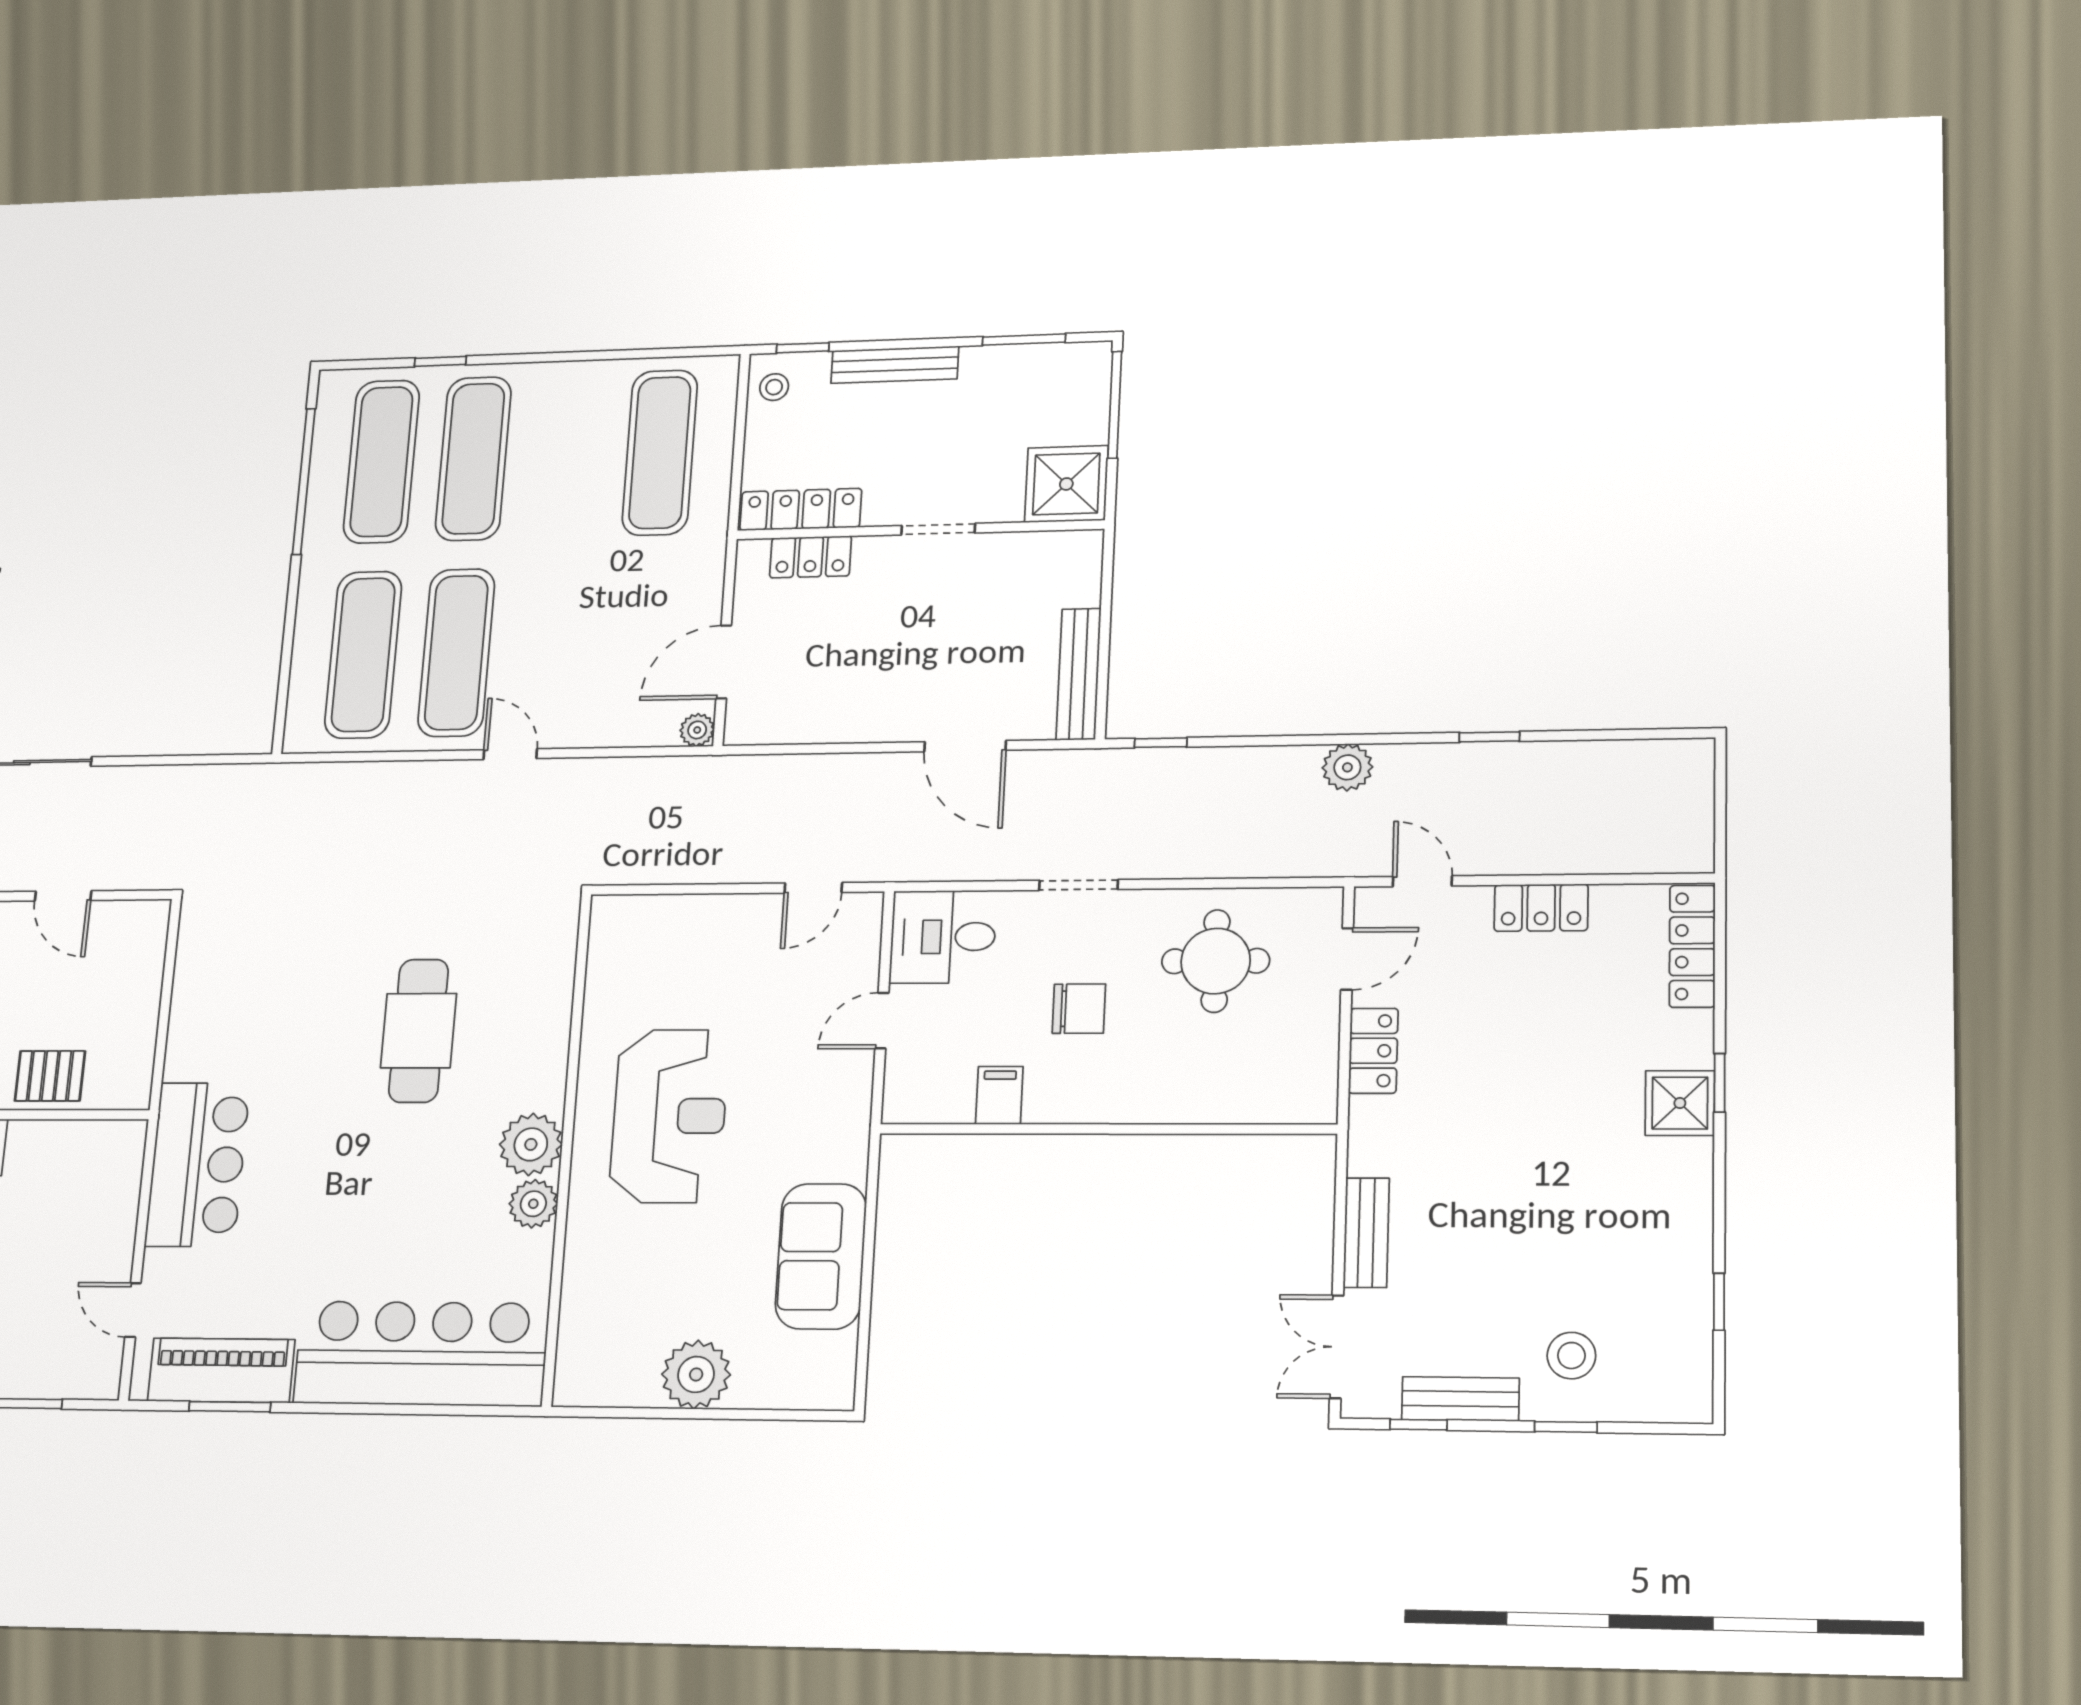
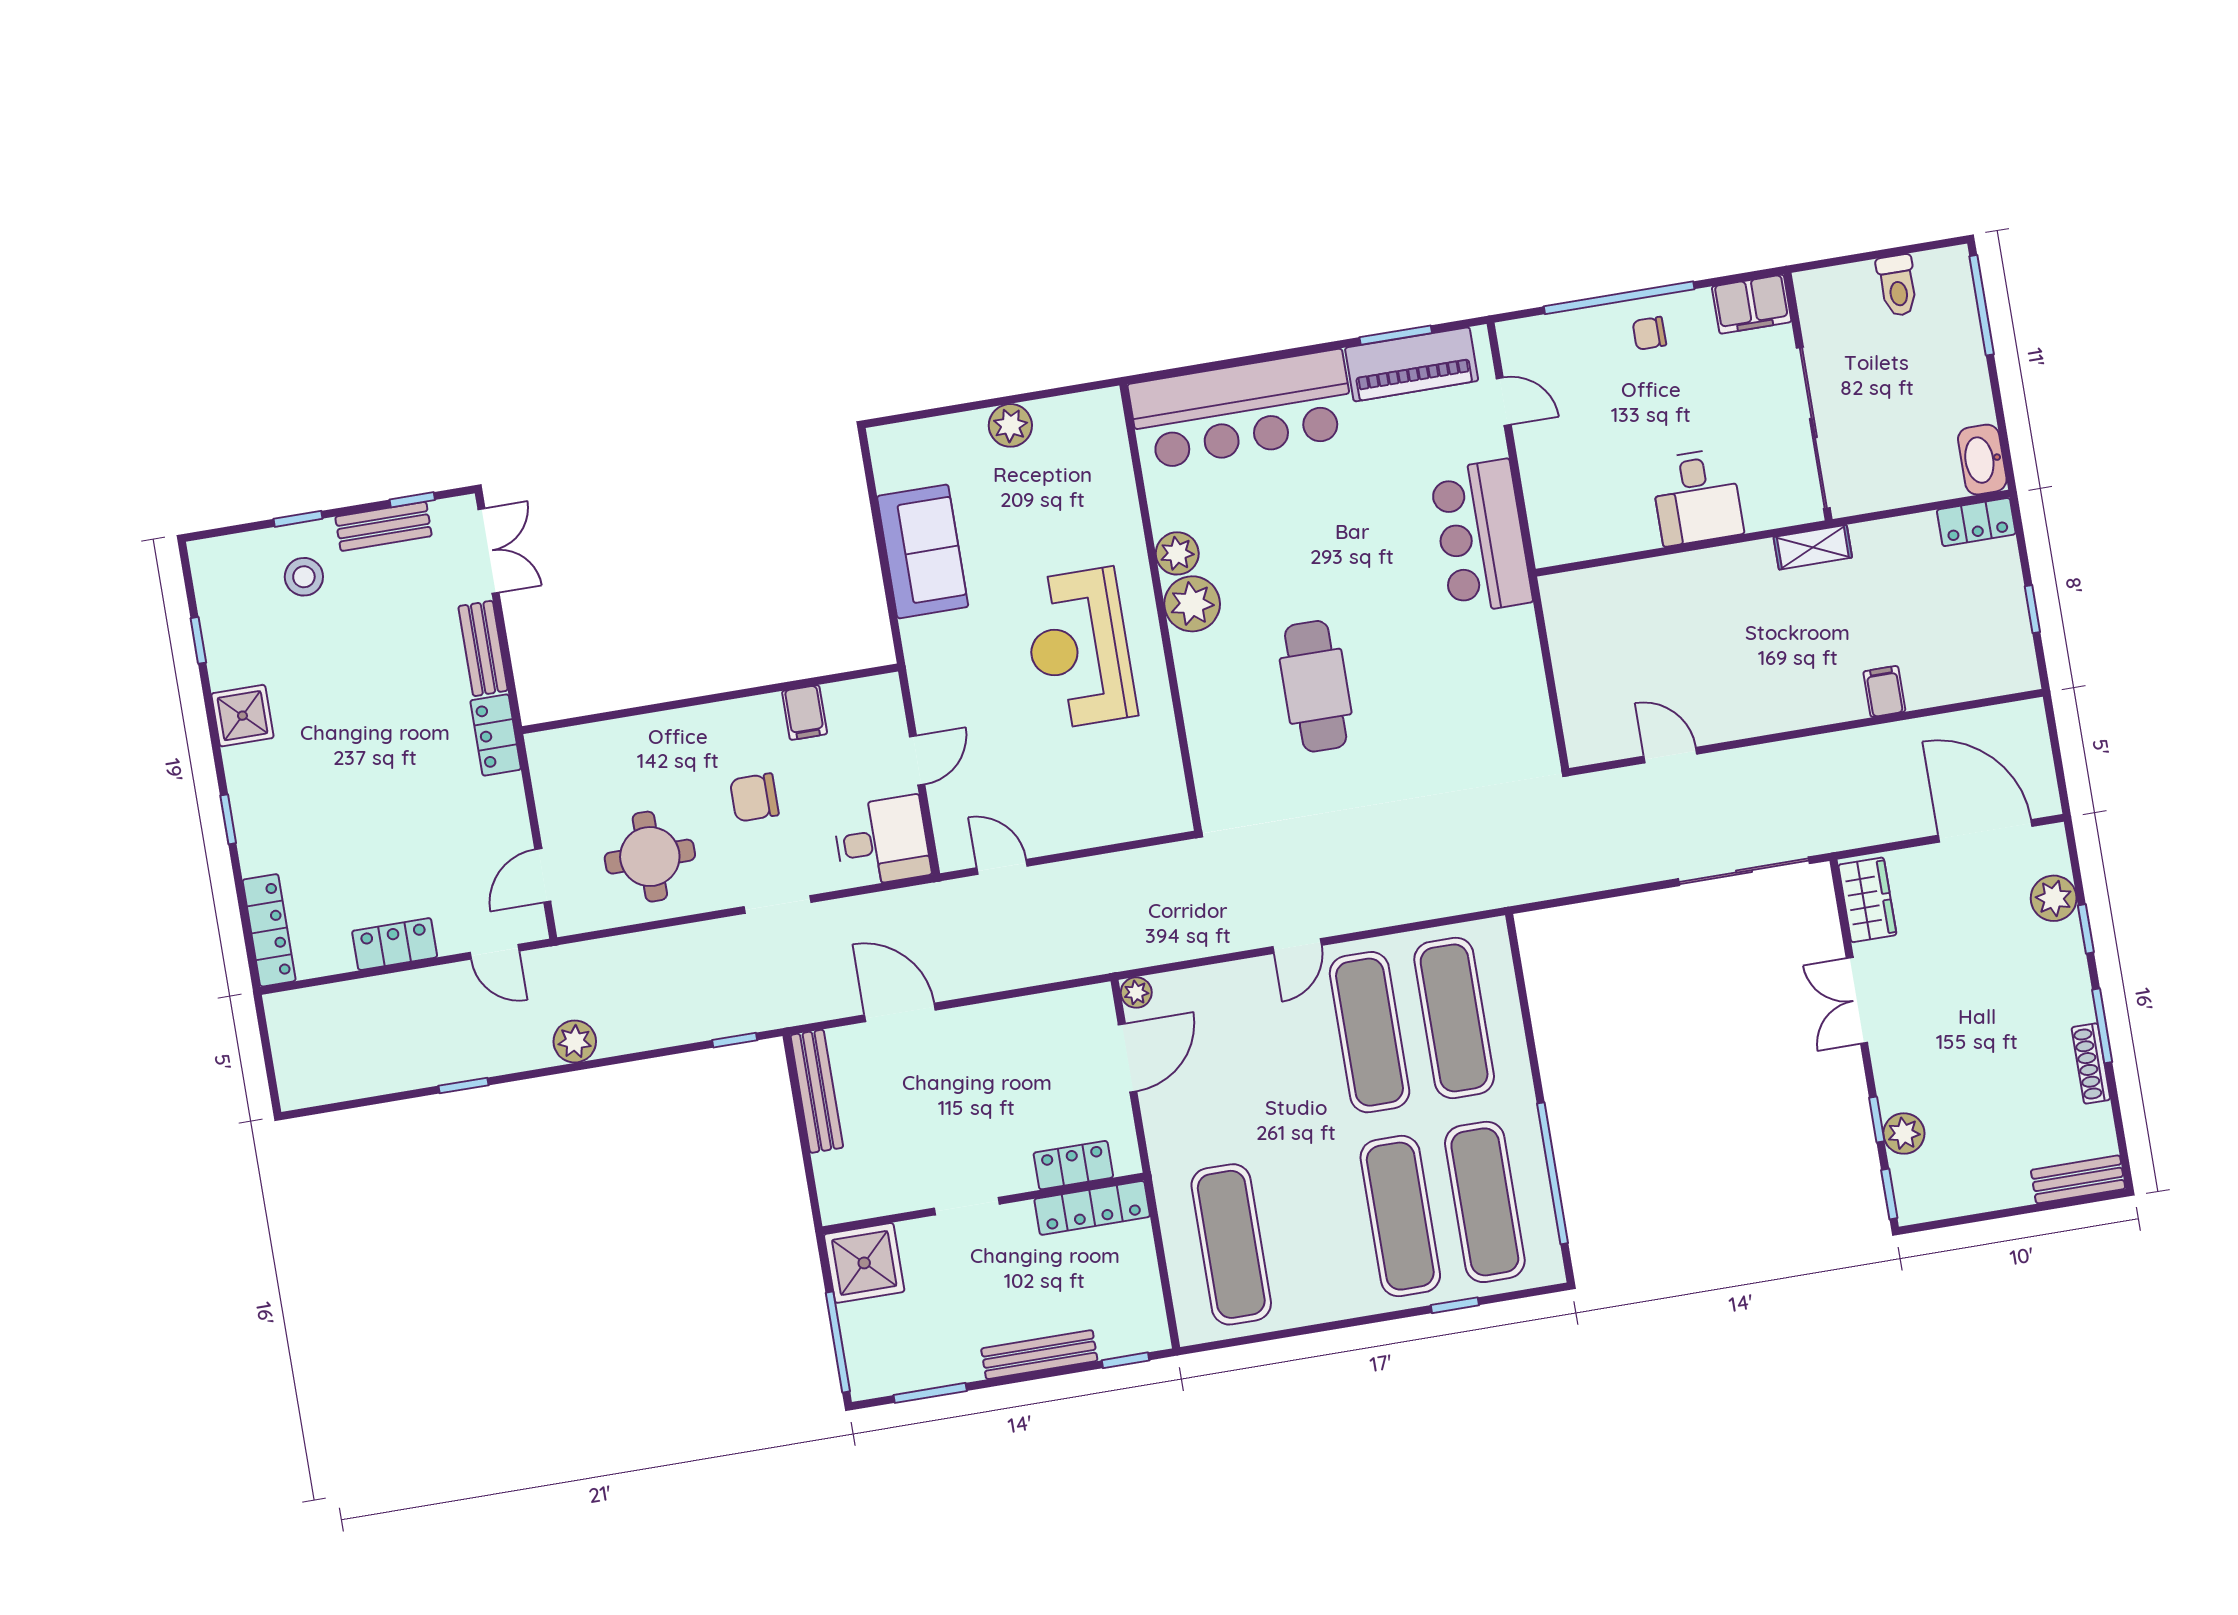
stool: (774, 387) -> (1143, 1320), removed
door: (510, 754) -> (1297, 946), hinge flipped
door: (813, 888) -> (1002, 867), hinge flipped
locker: (1373, 1051) -> (496, 735), moved
pallet: (50, 1076) -> (1636, 592), removed
shower: (1680, 1103) -> (242, 716), moved
plant: (696, 1374) -> (1010, 425), width x0.73, depth x0.73

